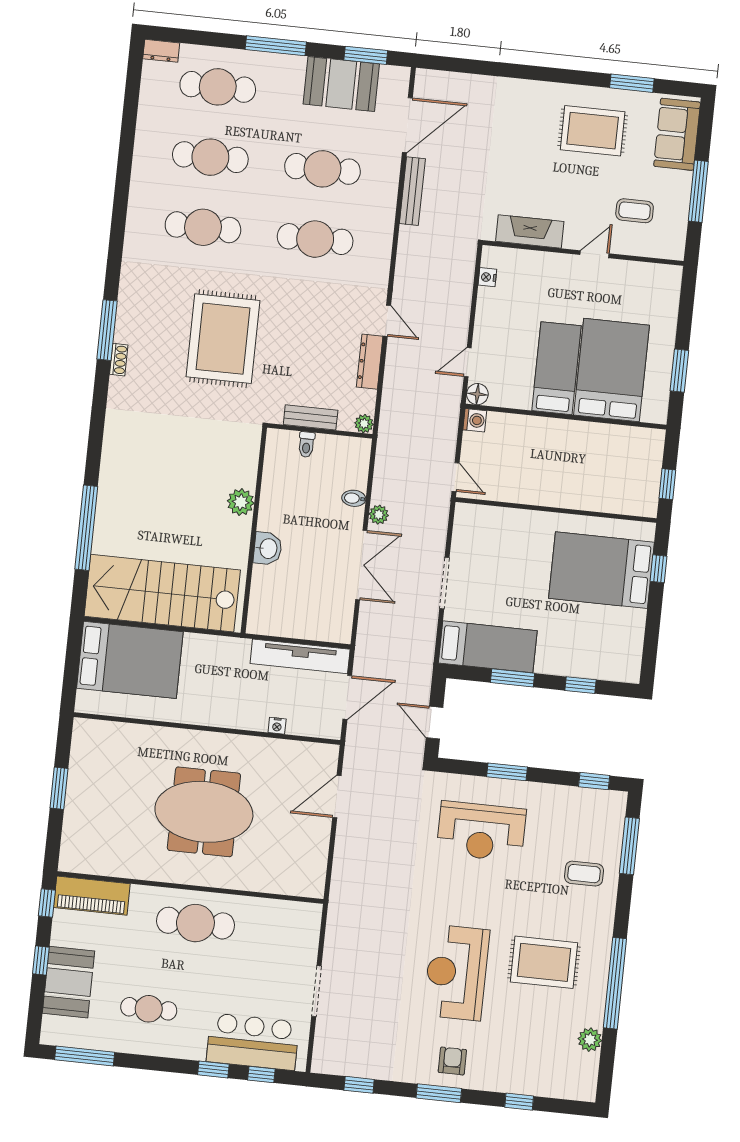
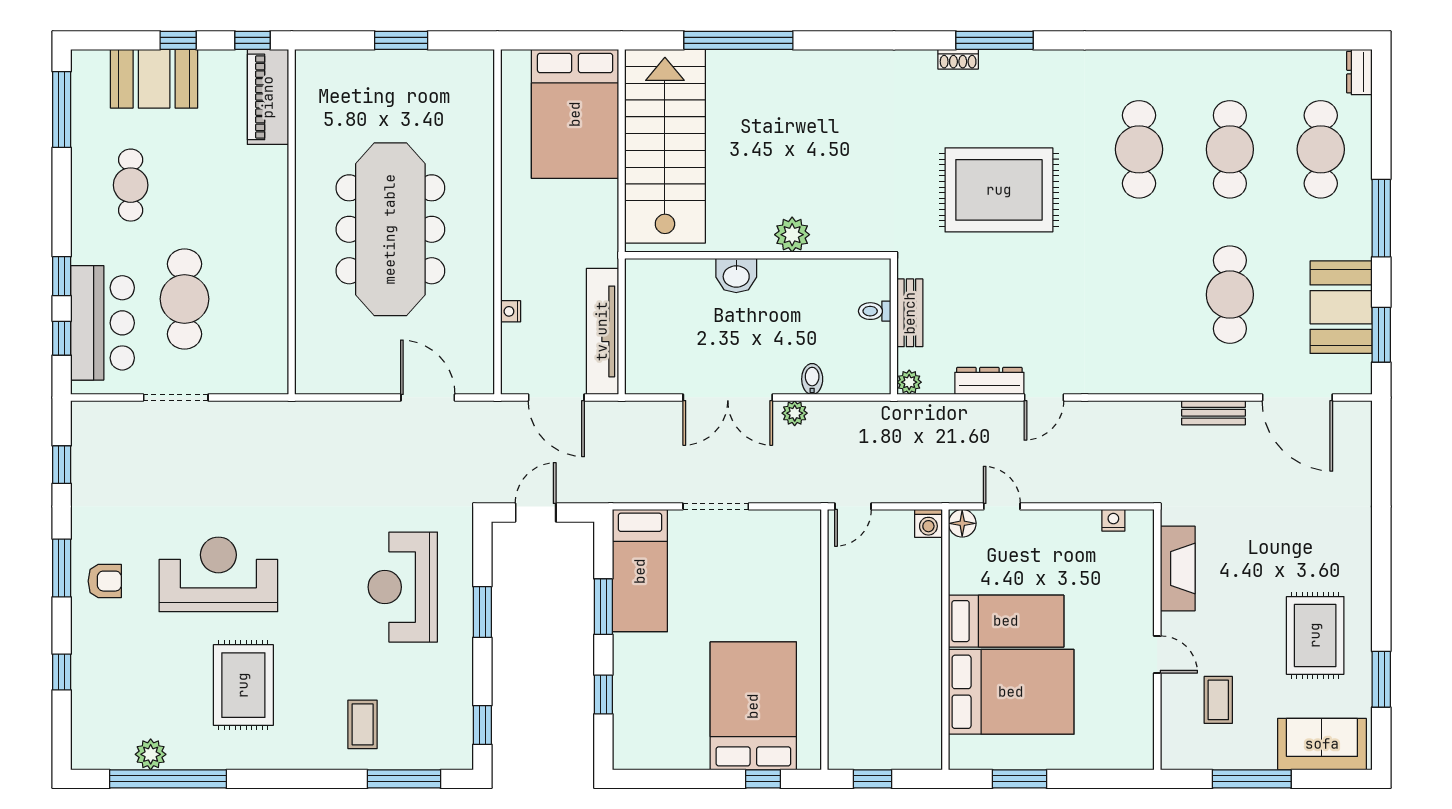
bench: (412, 191) -> (1214, 413), width x0.73
cafe table: (315, 239) -> (1139, 295), removed
meeting table: (204, 812) -> (390, 229), width x1.36
cafe table: (195, 923) -> (184, 299), moved
window: (615, 983) -> (168, 779), moved

